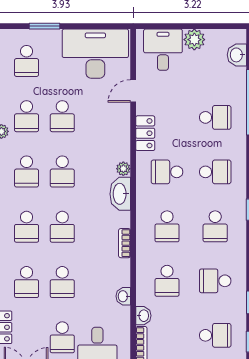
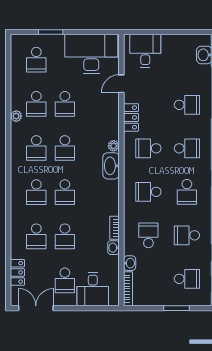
plant: (194, 40) -> (170, 43), removed
school desk: (167, 226) -> (148, 192), turned 90
bookcase: (125, 243) -> (115, 228), moved
school desk: (167, 281) -> (148, 235), turned 180

